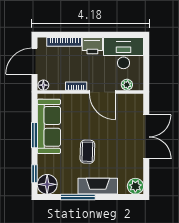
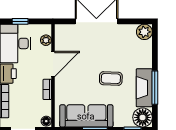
window: (146, 58) -> (20, 21), added
fireplace: (98, 186) -> (144, 88), moved

